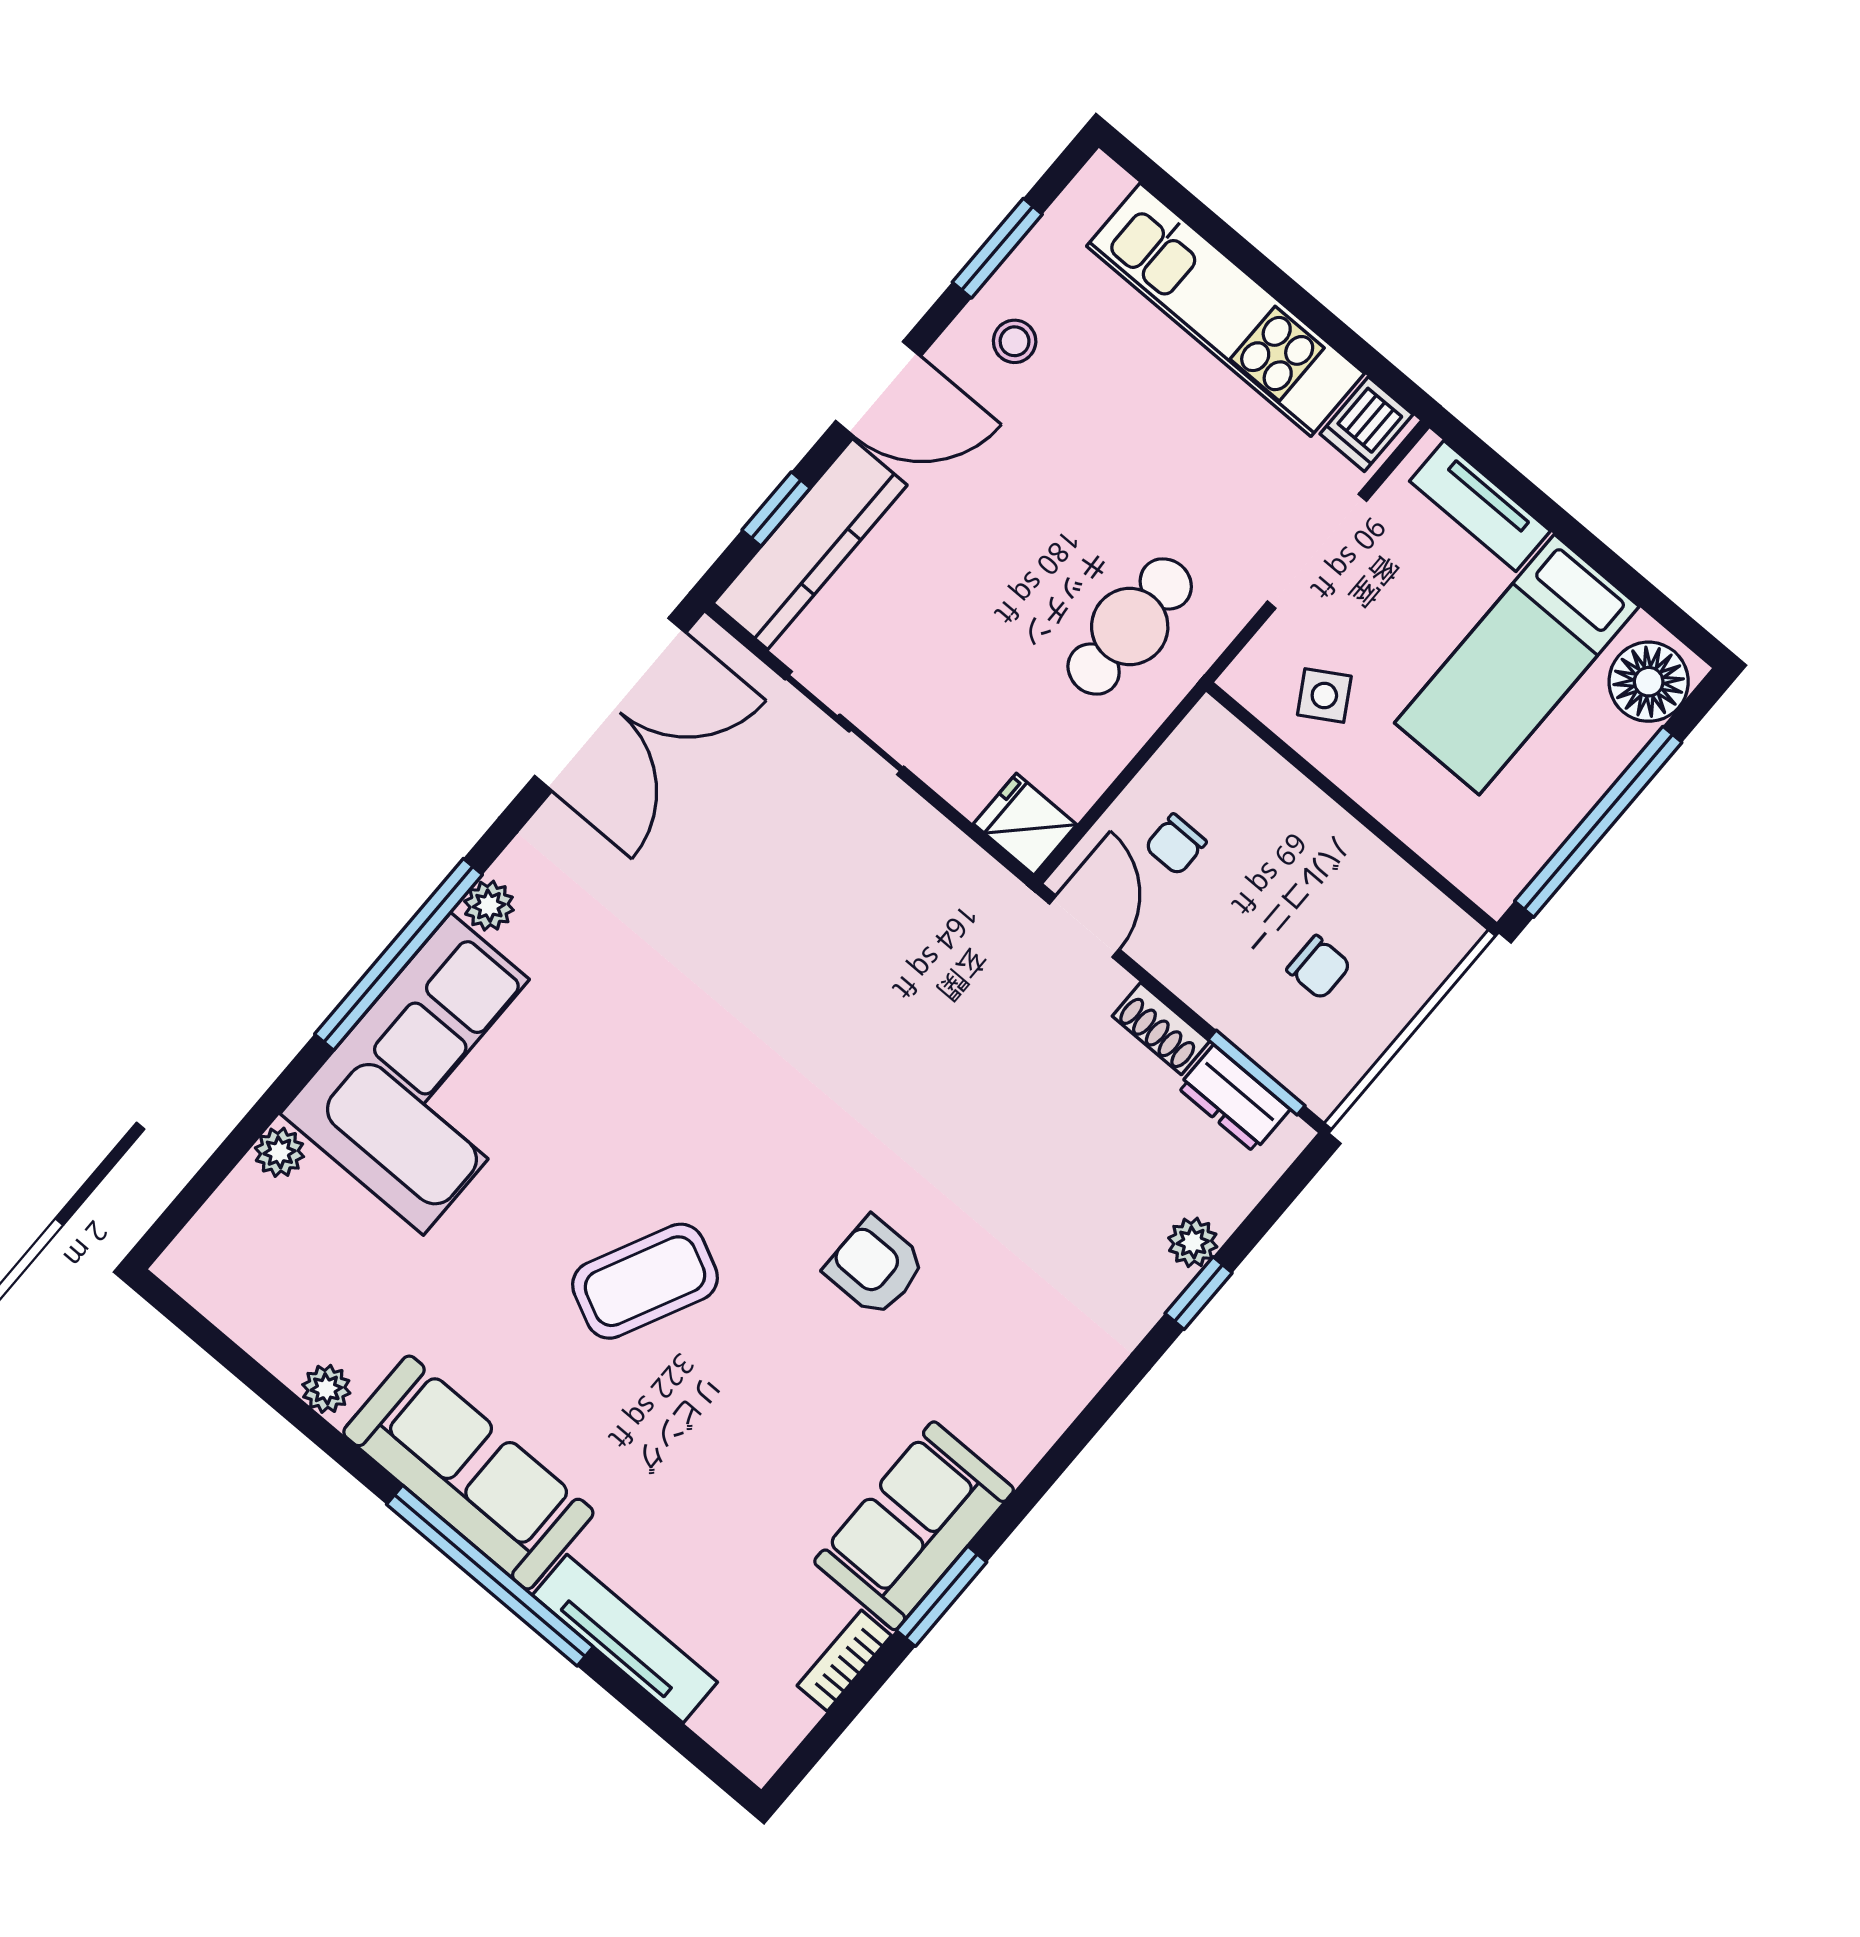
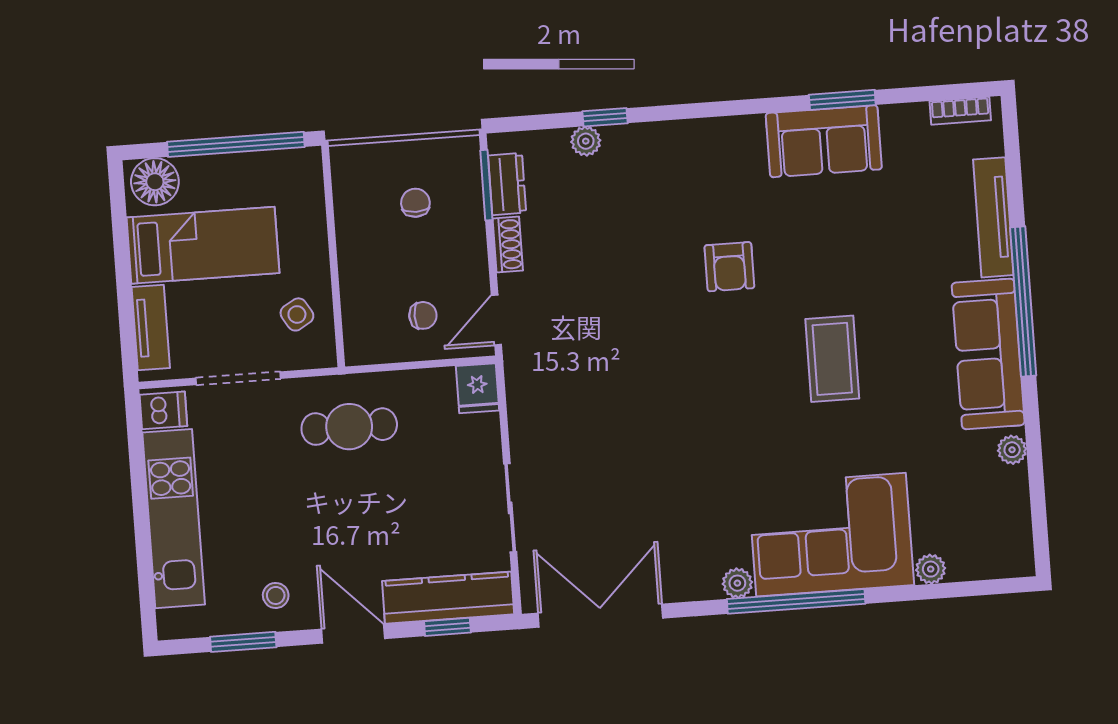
coffee table: (645, 1281) -> (832, 359), turned 64
bookcase: (844, 1661) -> (960, 111), moved

